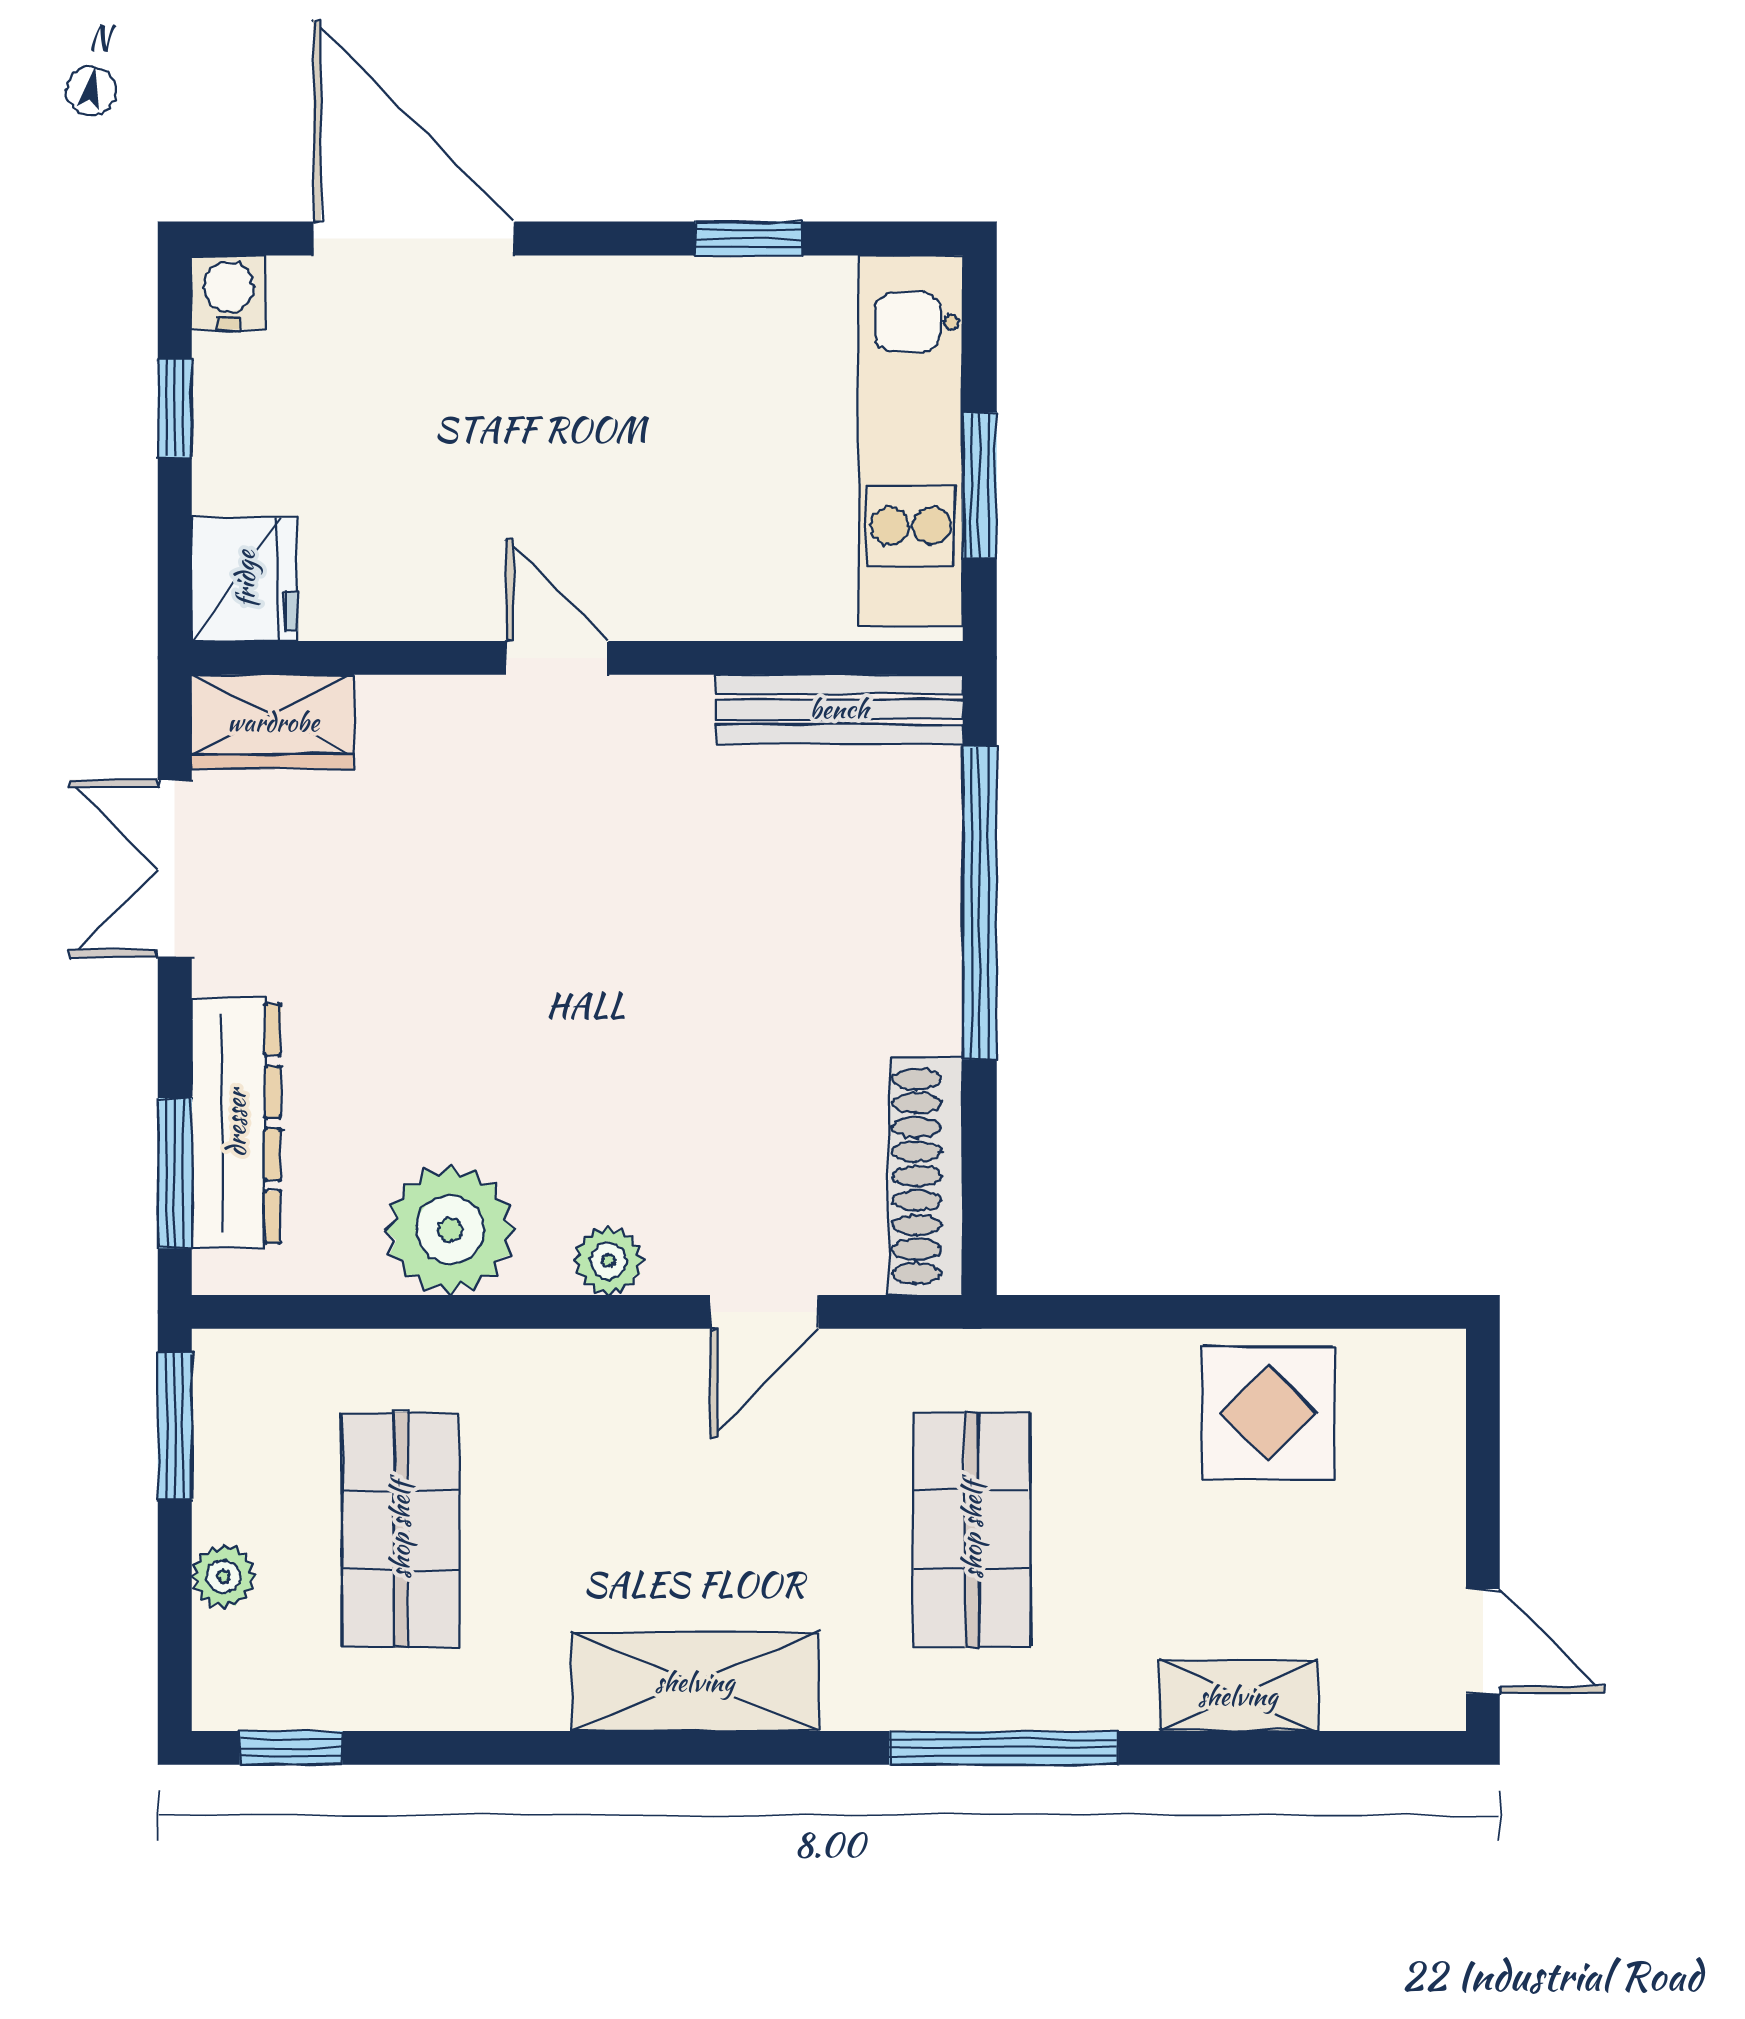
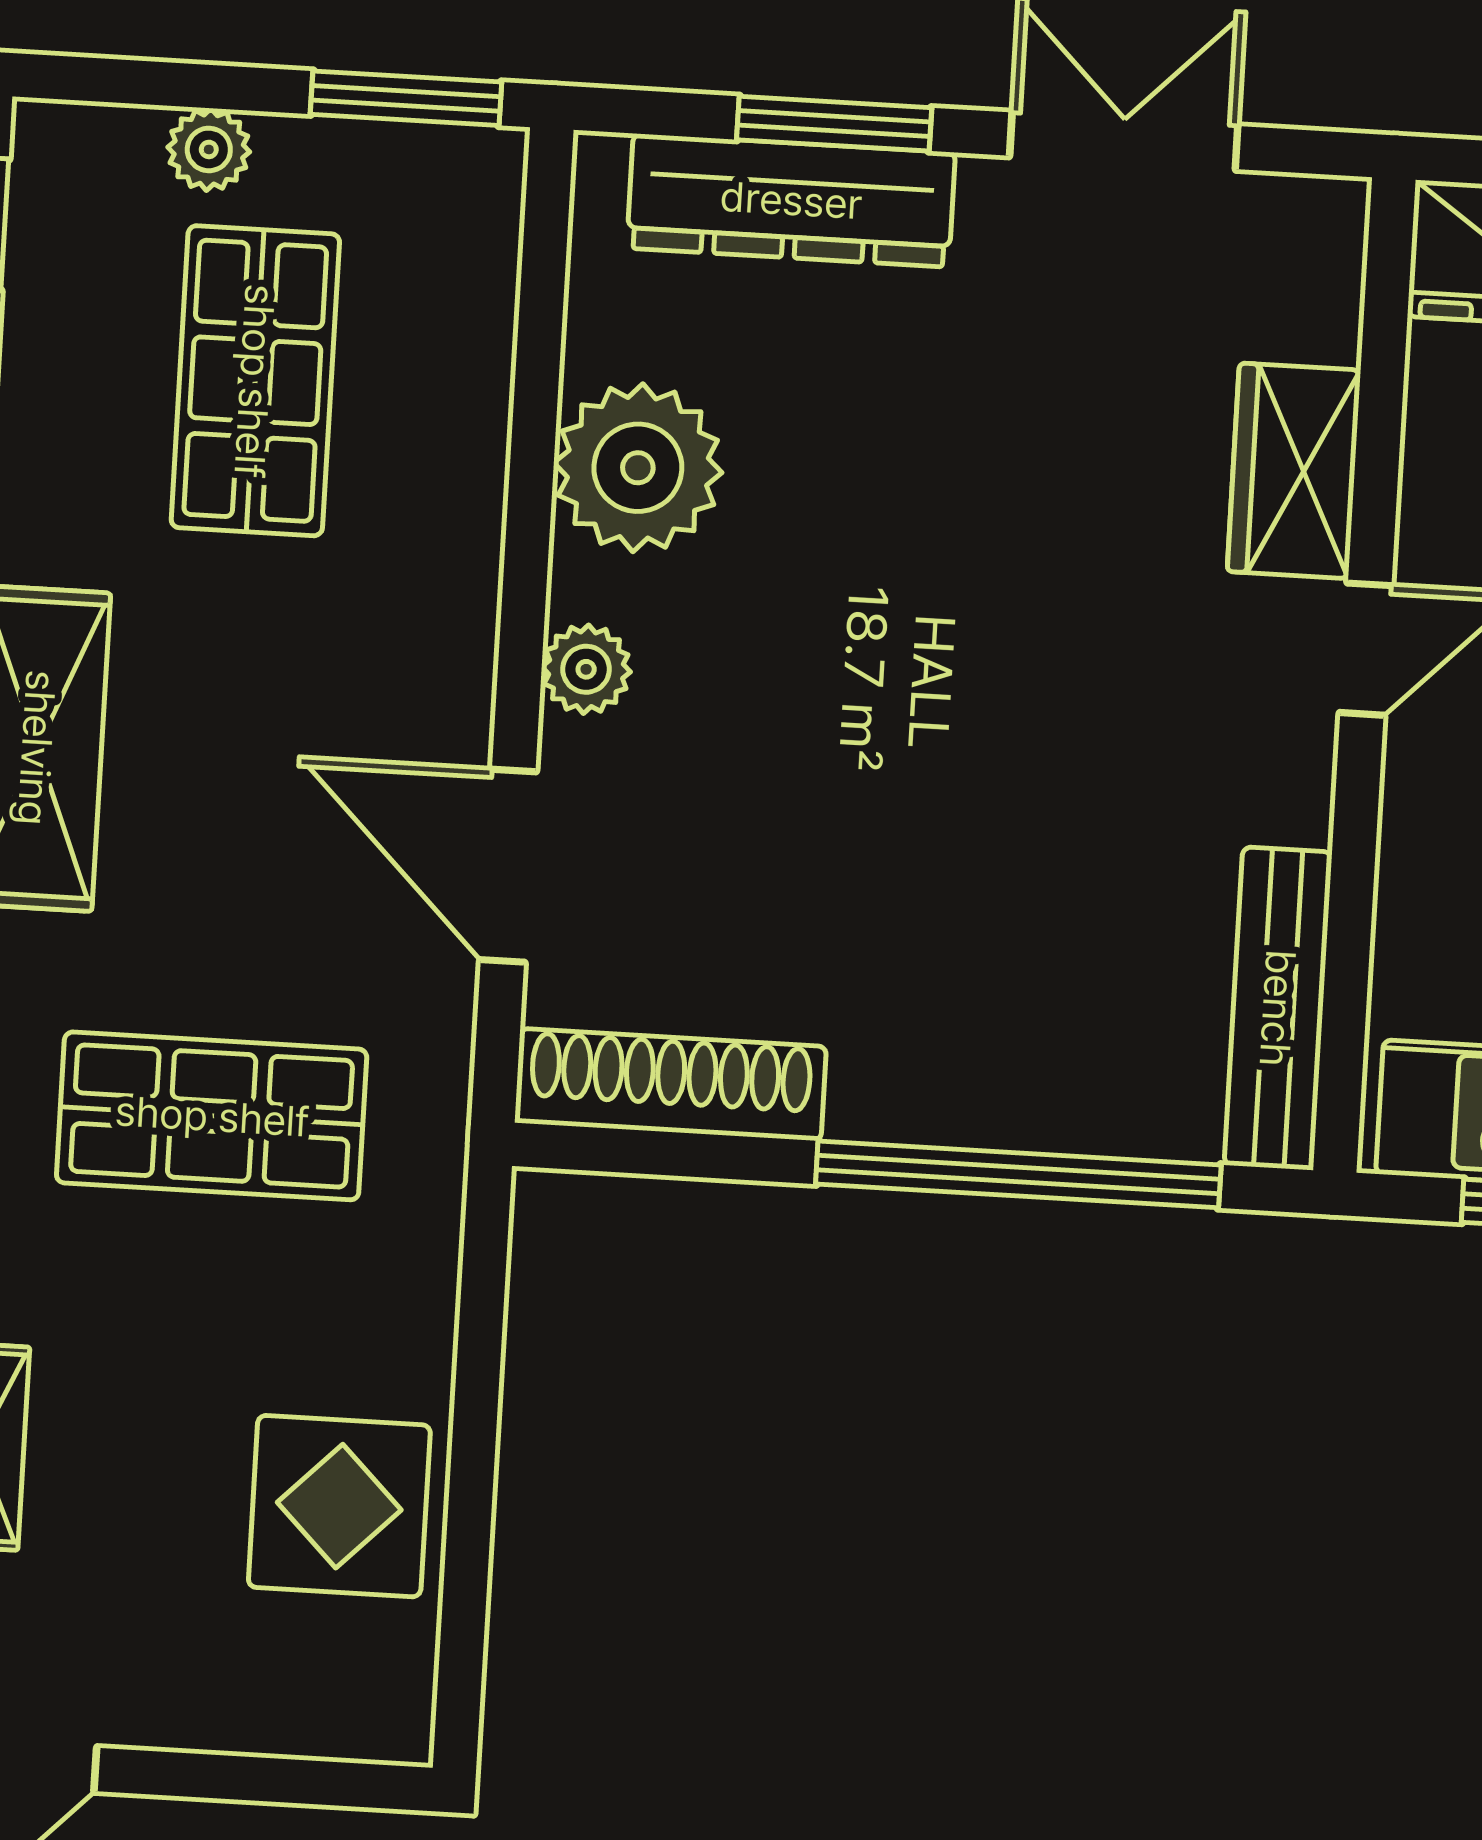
wardrobe: (273, 722) -> (1294, 471), moved
window: (175, 1173) -> (834, 124), moved
door: (764, 1312) -> (508, 866), width x1.38
shop shelf: (400, 1530) -> (255, 381), turned 90

